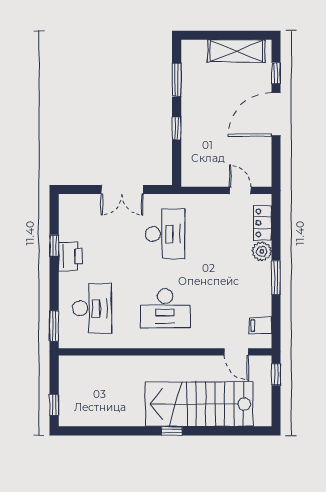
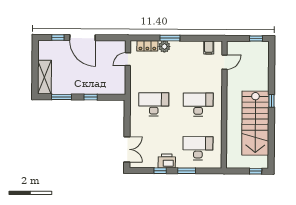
shelving: (236, 51) -> (44, 77), moved
double door: (122, 190) -> (127, 149), moved
window: (276, 278) -> (170, 38), moved
desk: (165, 308) -> (198, 105), turned -90
window: (54, 326) -> (187, 171), moved
window: (276, 374) -> (256, 39), moved
stairs: (199, 404) -> (255, 123), moved

